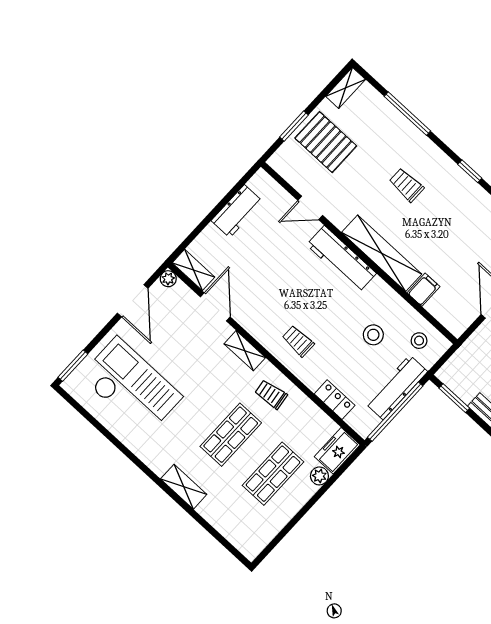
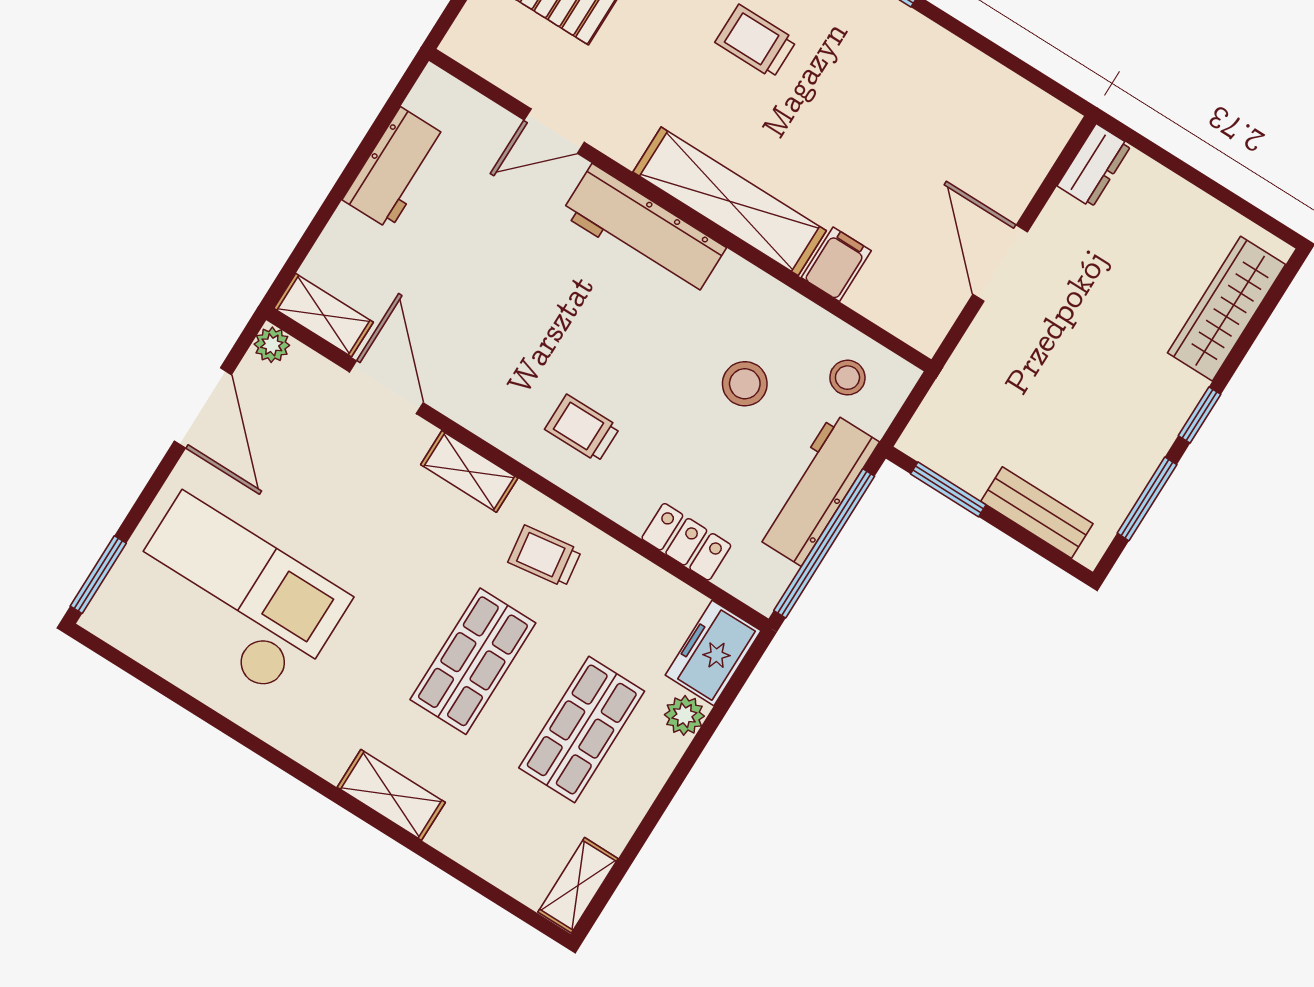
shelving: (259, 542) -> (578, 885), added

